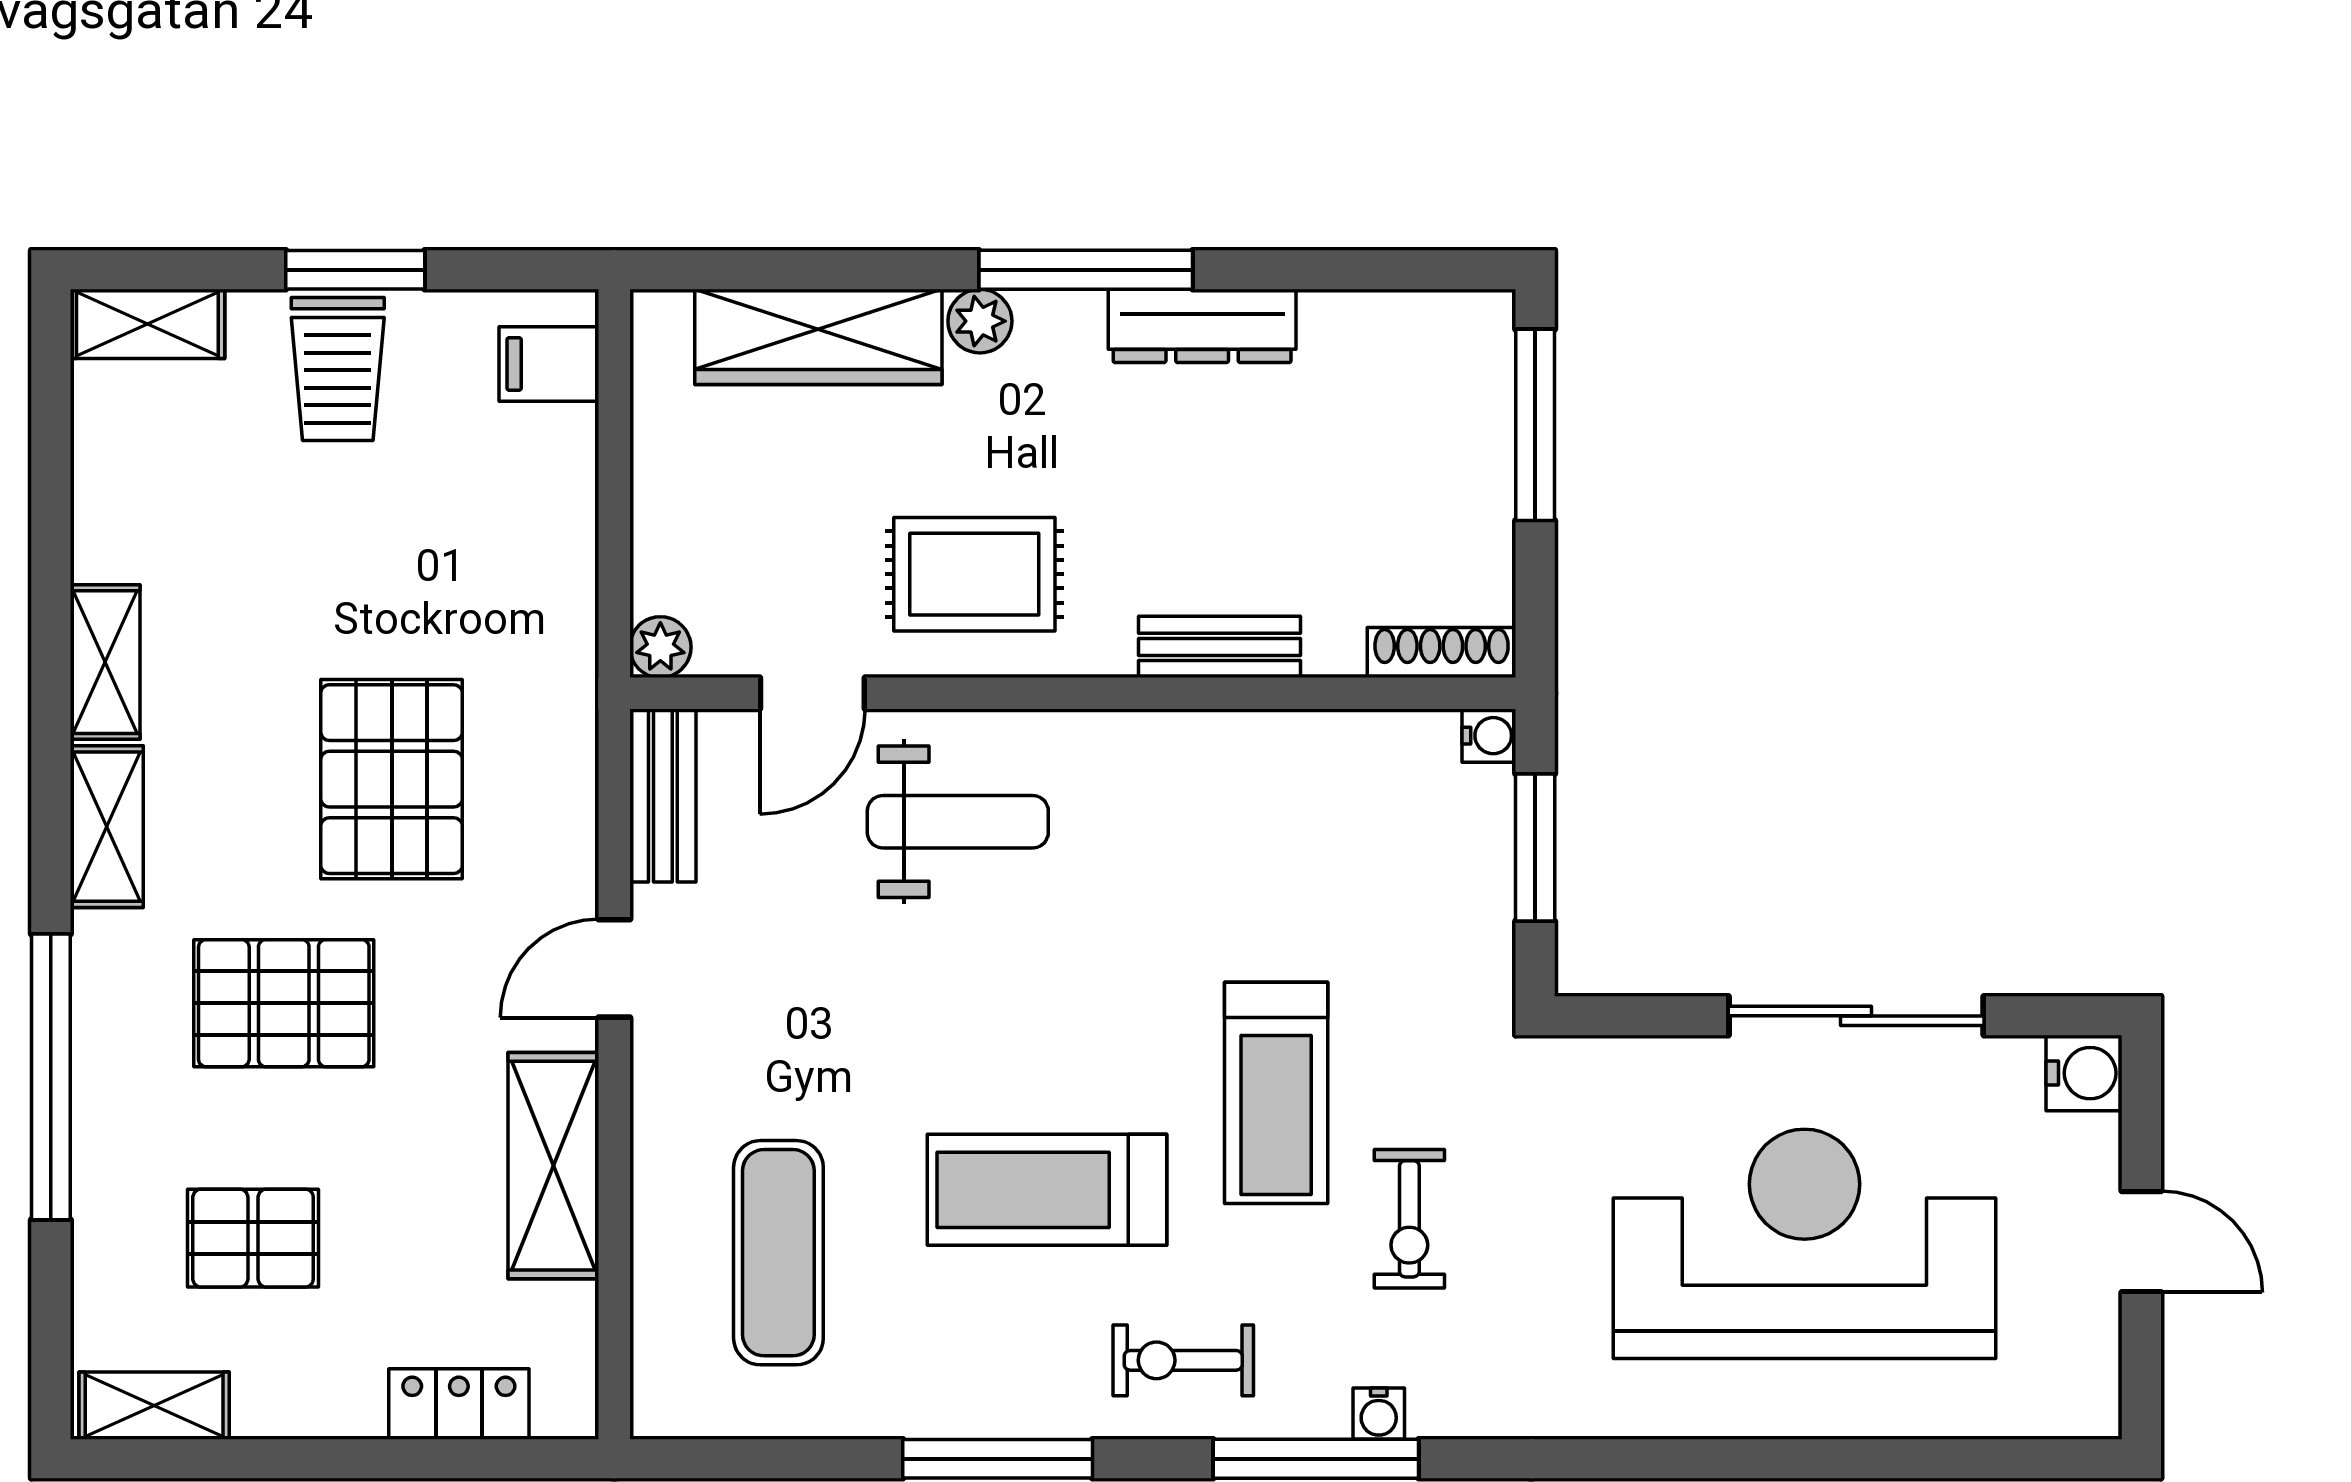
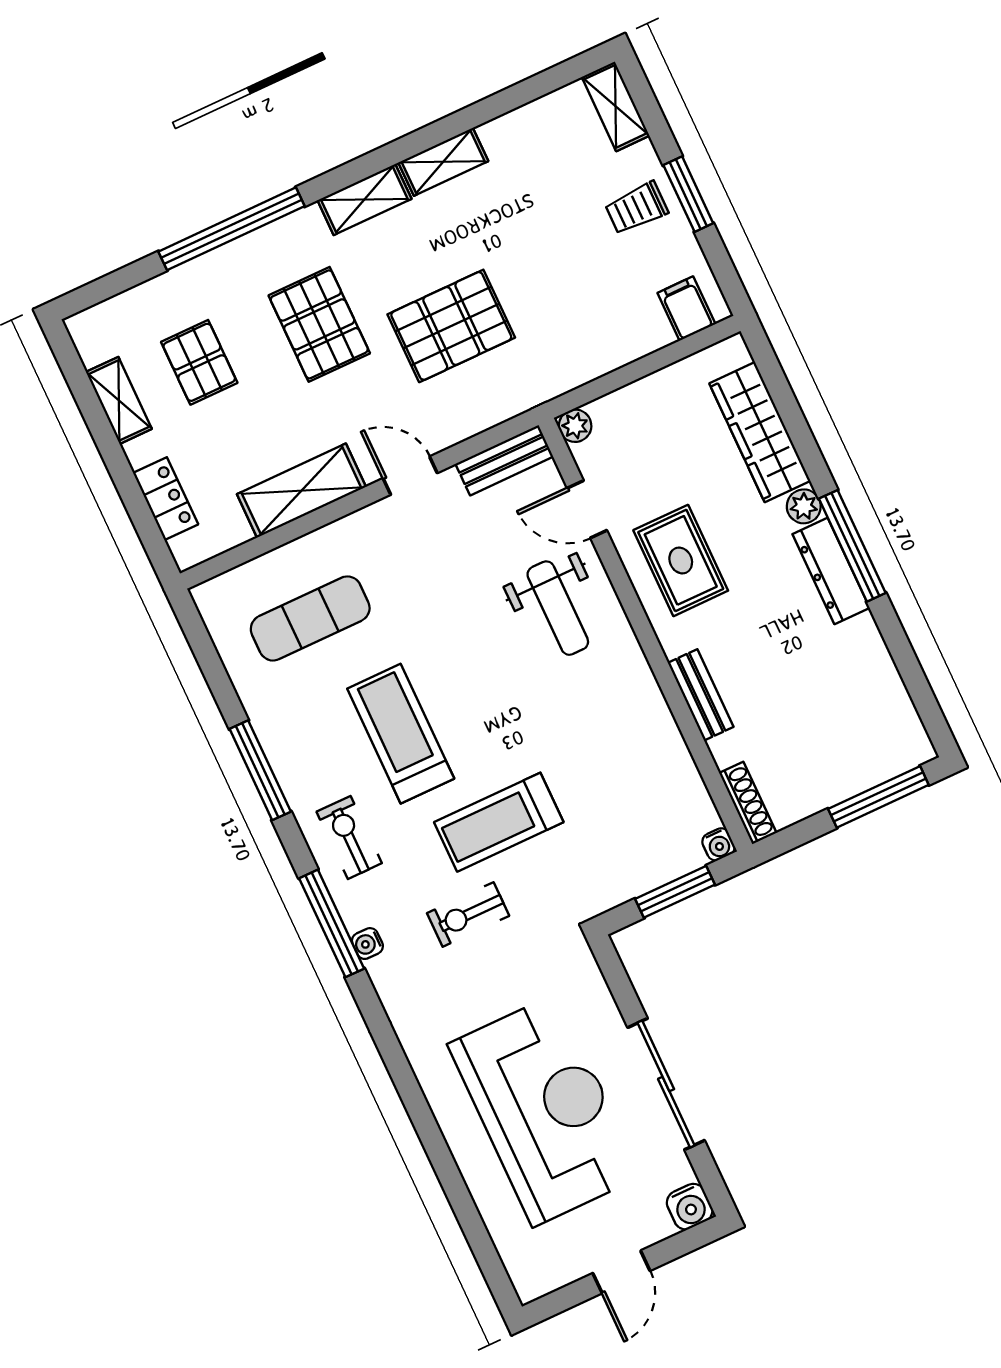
dresser: (1202, 326) -> (831, 571), moved
trolley: (338, 369) -> (637, 208), width x0.73, depth x0.72
shelving: (154, 1406) -> (119, 400), moved

